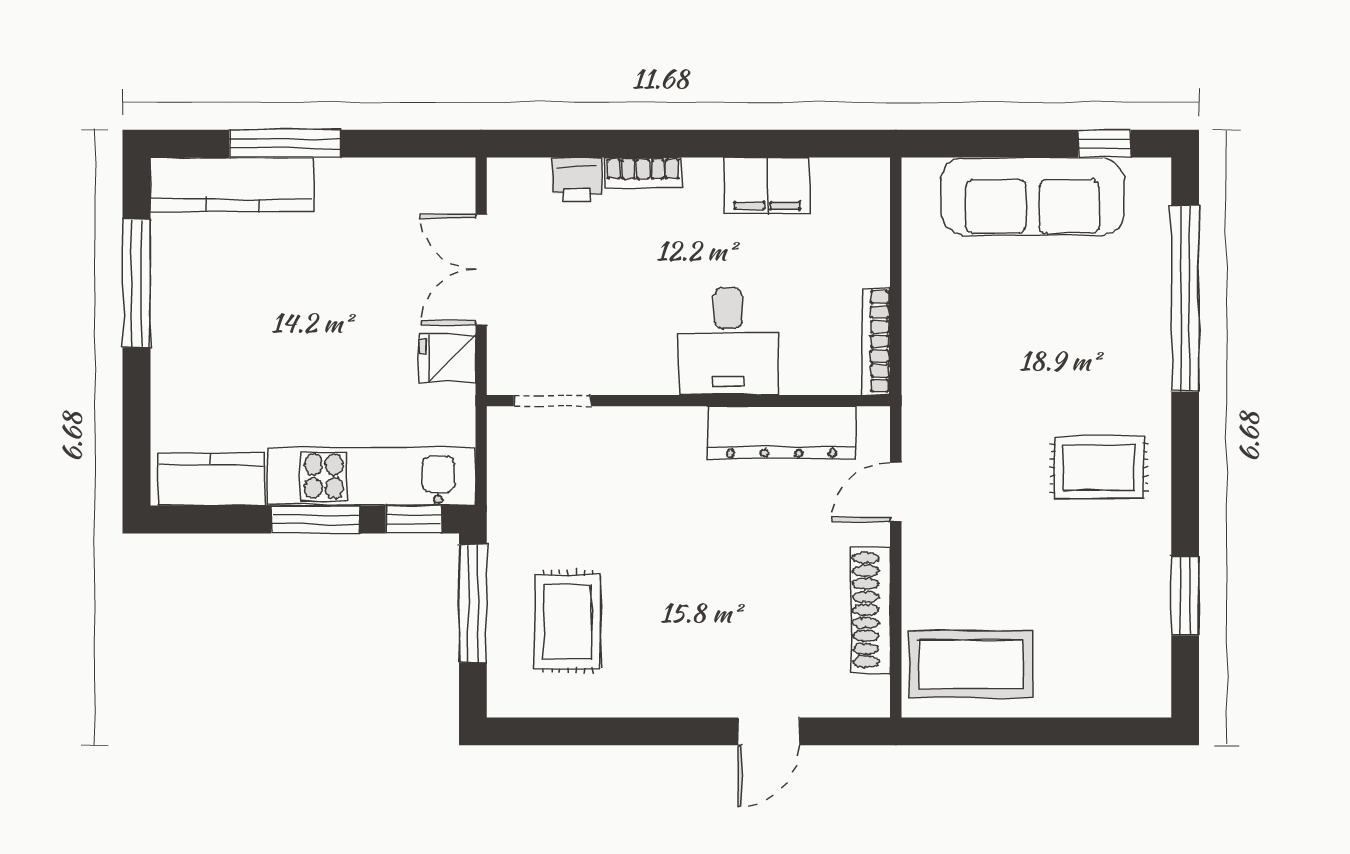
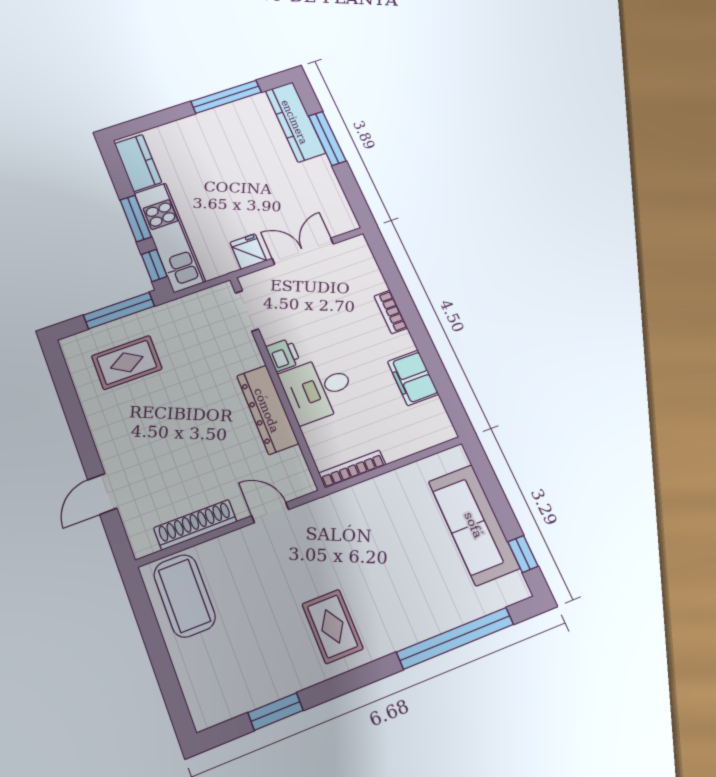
printer: (577, 180) -> (283, 355), moved, turned 180
dresser: (782, 433) -> (267, 410), moved
door: (769, 731) -> (102, 494), hinge flipped

